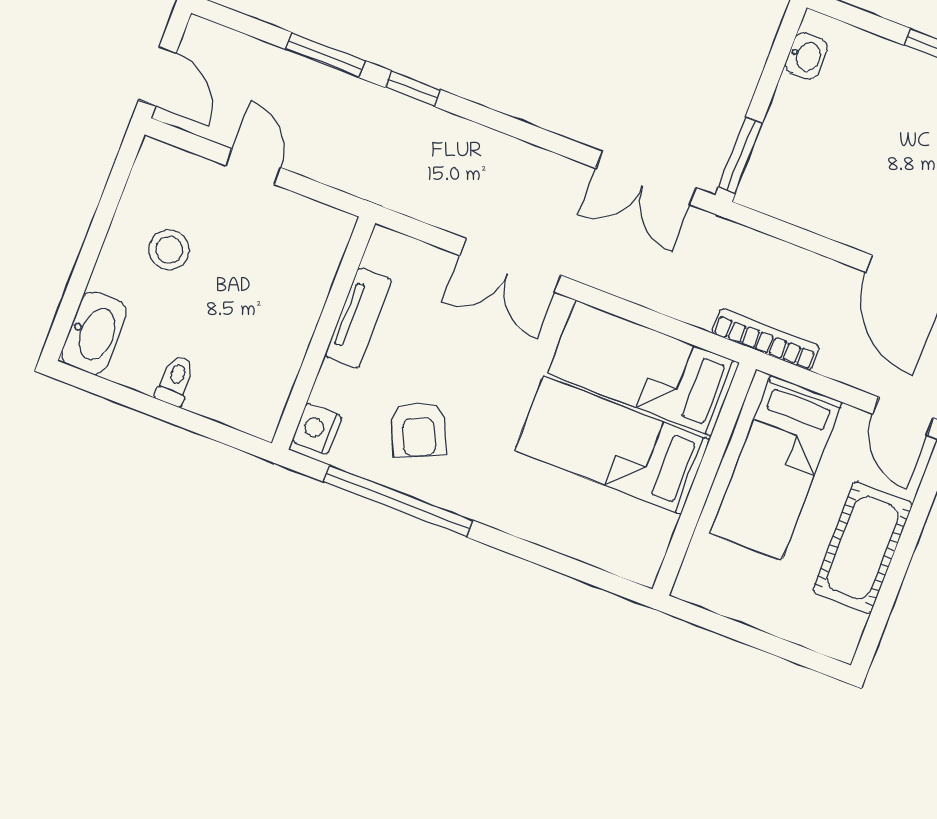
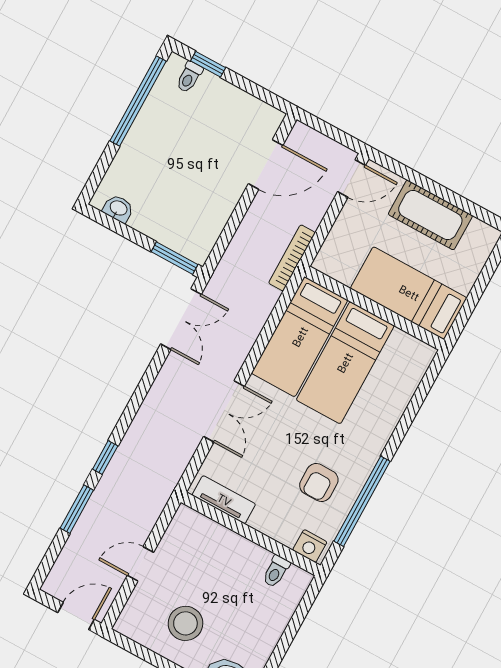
stool: (169, 250) -> (185, 623), width x1.38, depth x1.38
tv unit: (358, 318) -> (224, 500), moved
toilet: (175, 380) -> (276, 571), moved, turned -90
armchair: (419, 429) -> (319, 482), turned 114
bed: (776, 468) -> (409, 293), moved, turned 180

